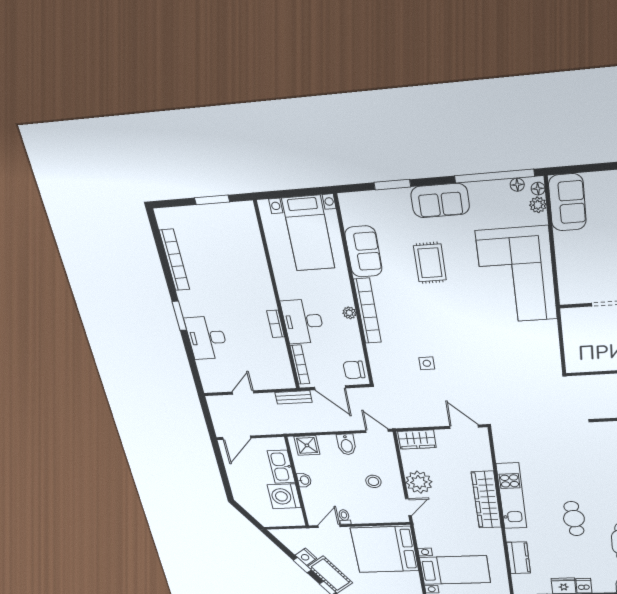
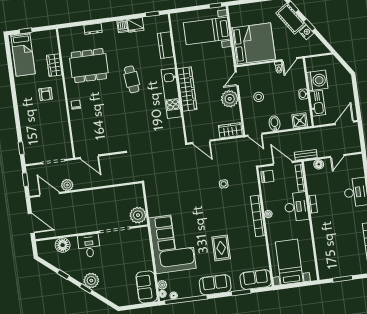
sofa: (363, 252) -> (256, 280), moved, turned 90
plant: (576, 324) -> (138, 215), added
floor lamp: (271, 382) -> (319, 164), added

